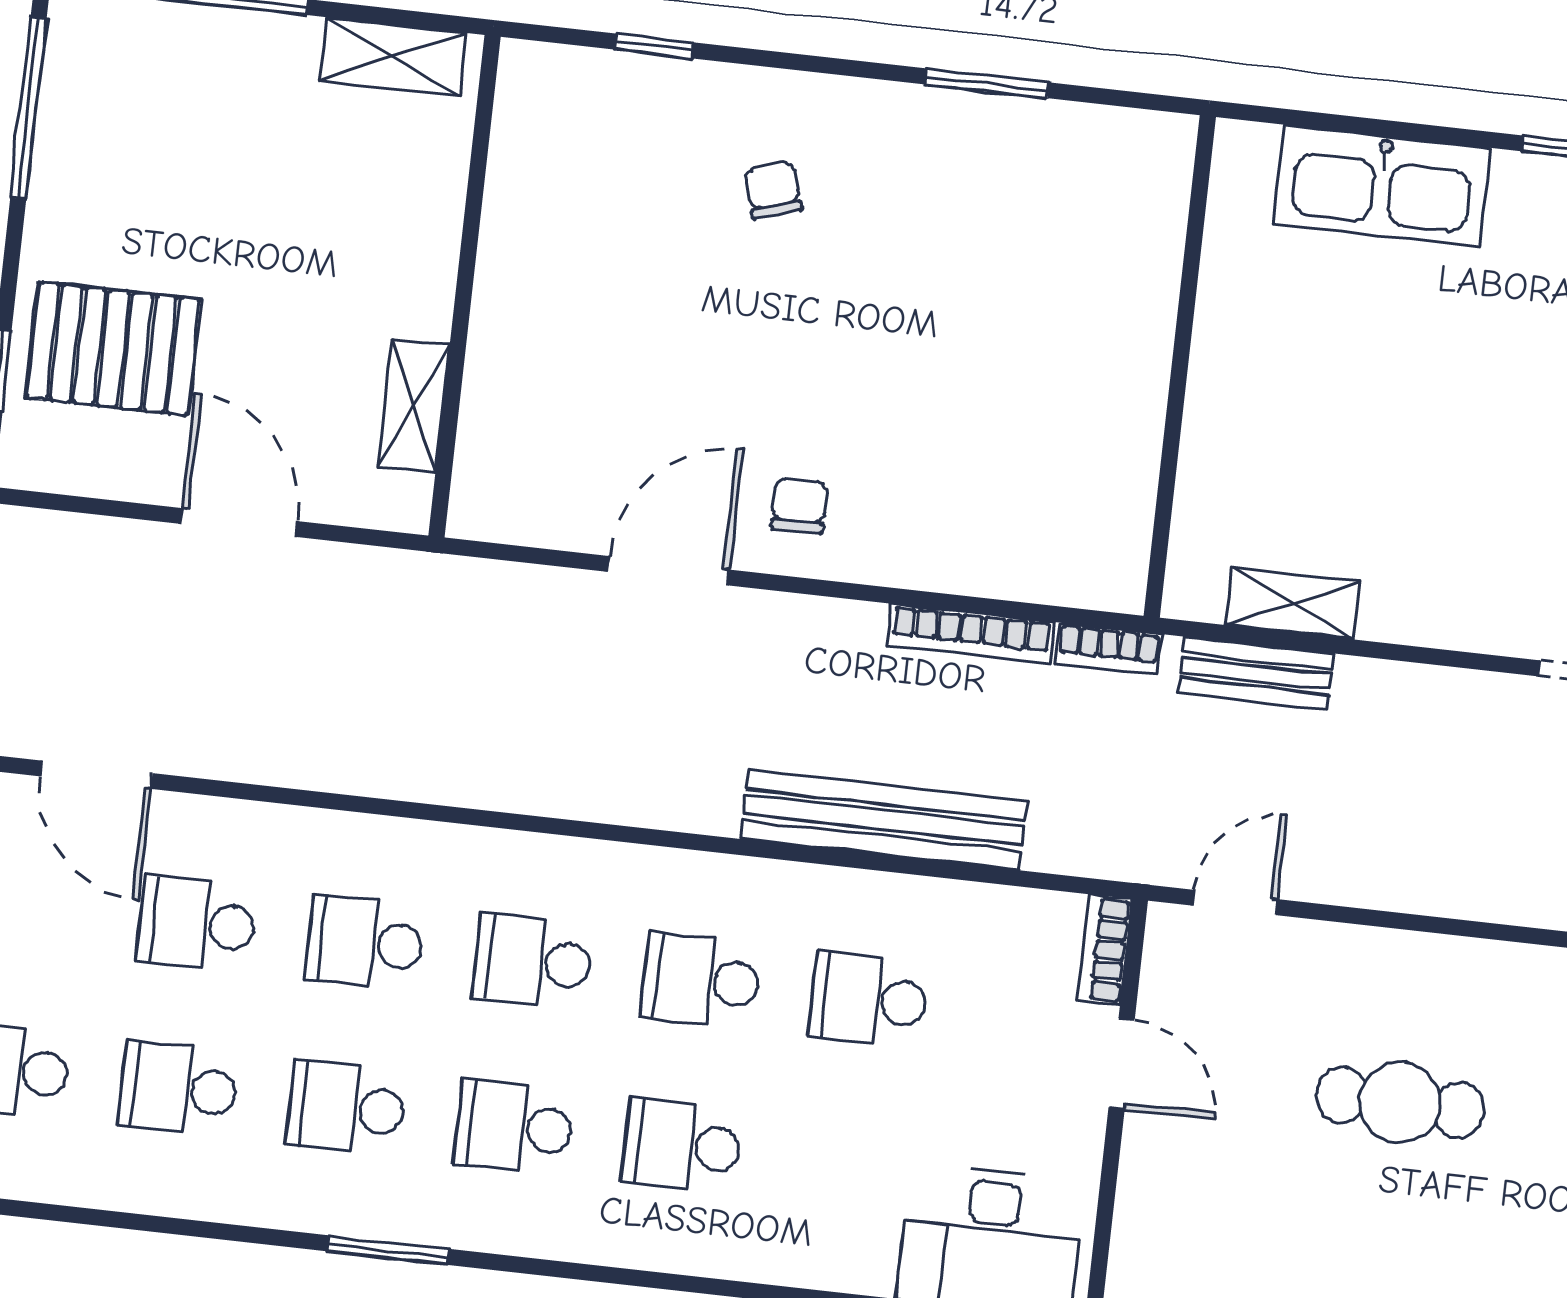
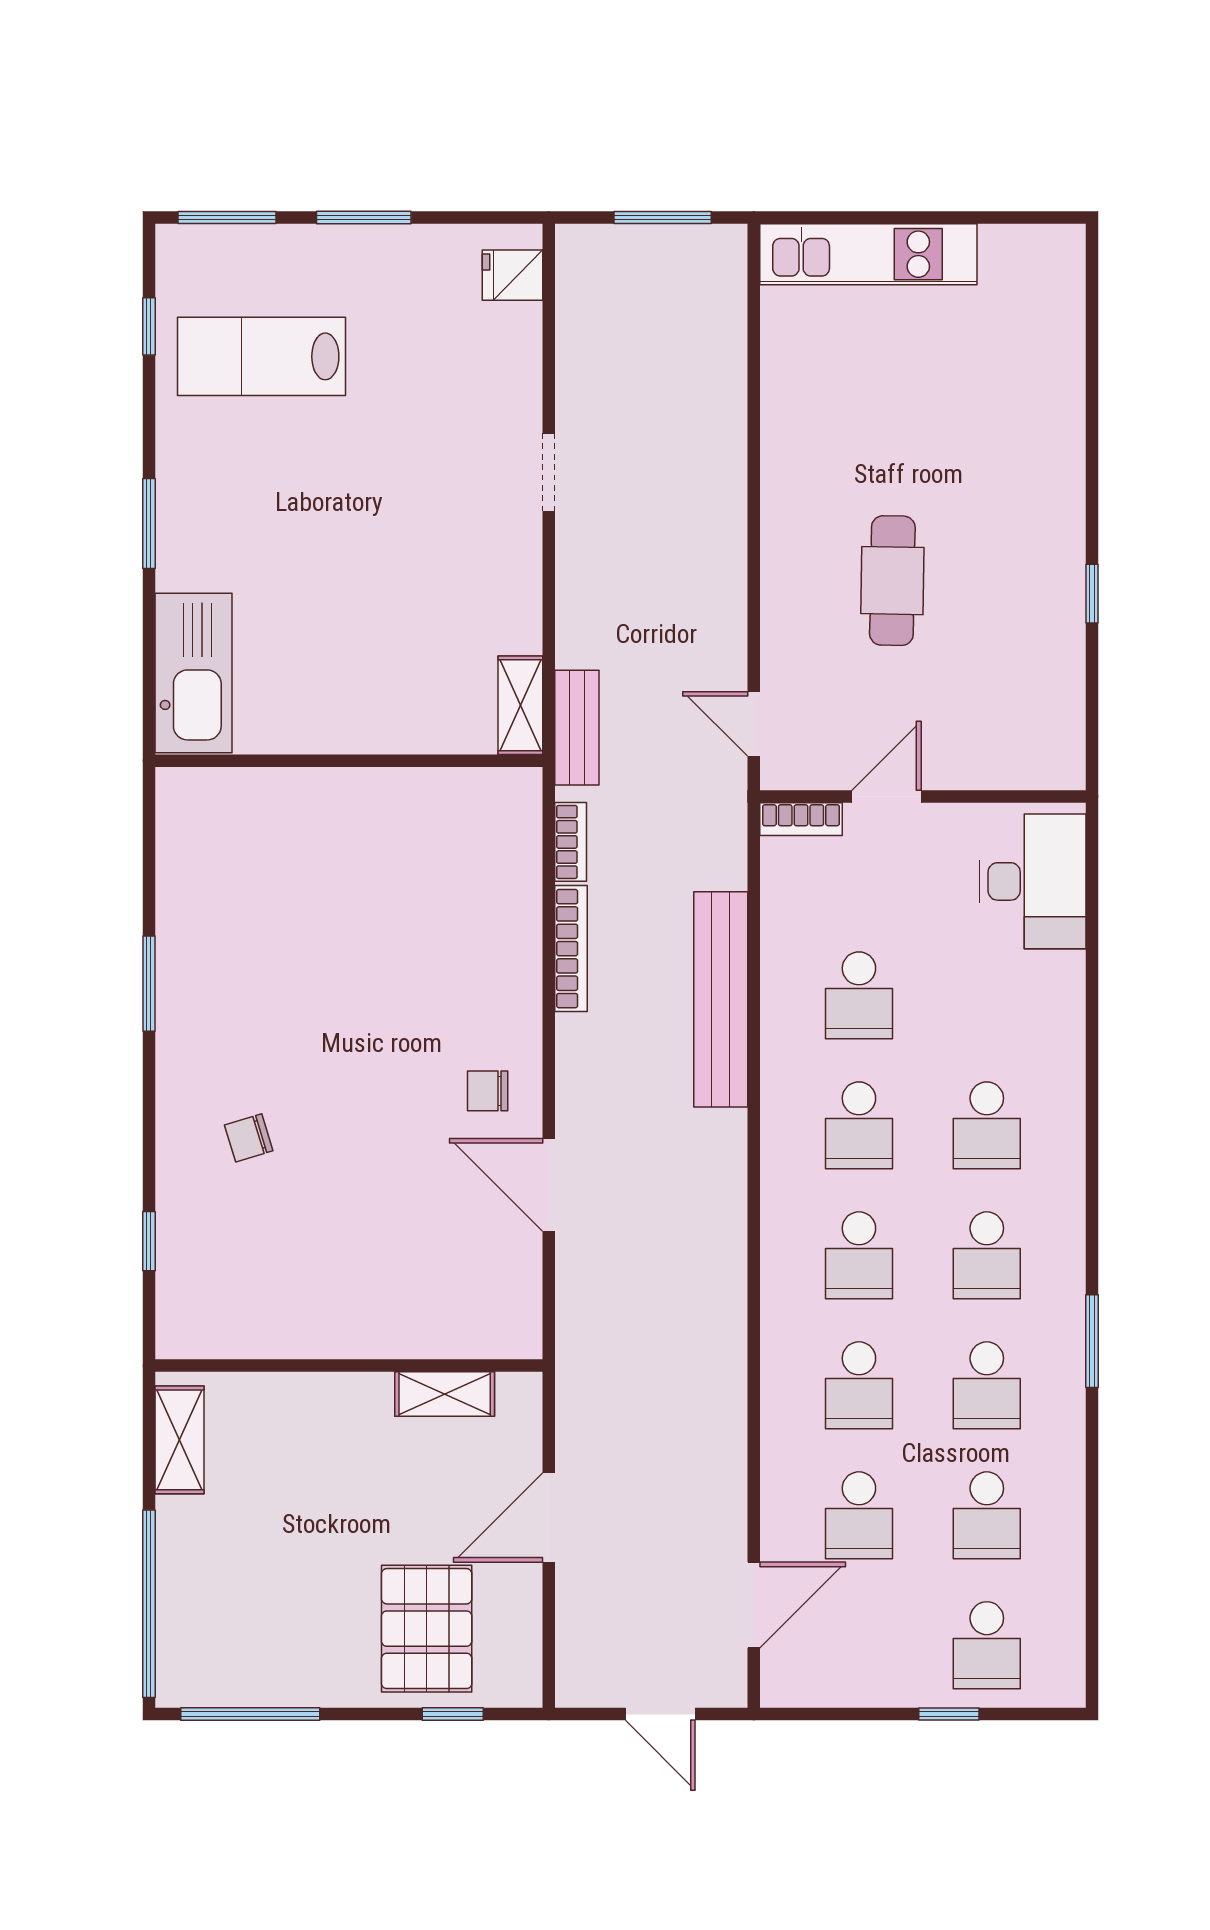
wall: (1180, 366) -> (349, 761), moved

